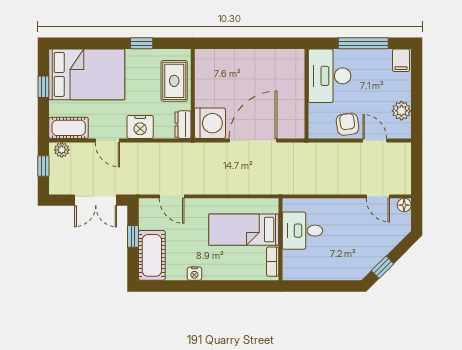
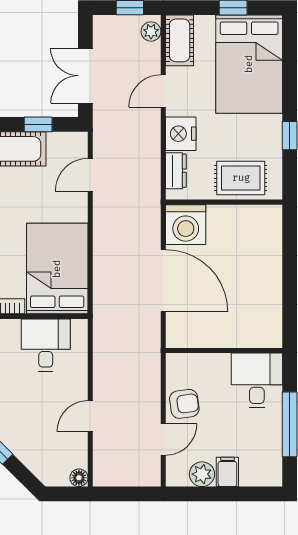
filing cabinet: (401, 60) -> (227, 472), moved, turned 90
desk: (330, 76) -> (257, 380), width x0.73
dresser: (183, 125) -> (176, 171), moved, turned 90
door: (378, 196) -> (90, 416), moved
bed: (244, 230) -> (57, 269), width x1.50

